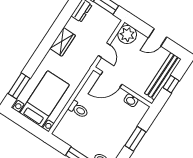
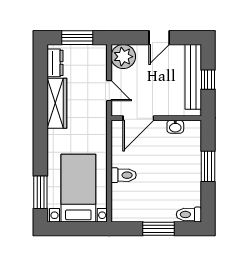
wardrobe: (63, 42) -> (57, 103), width x1.50

